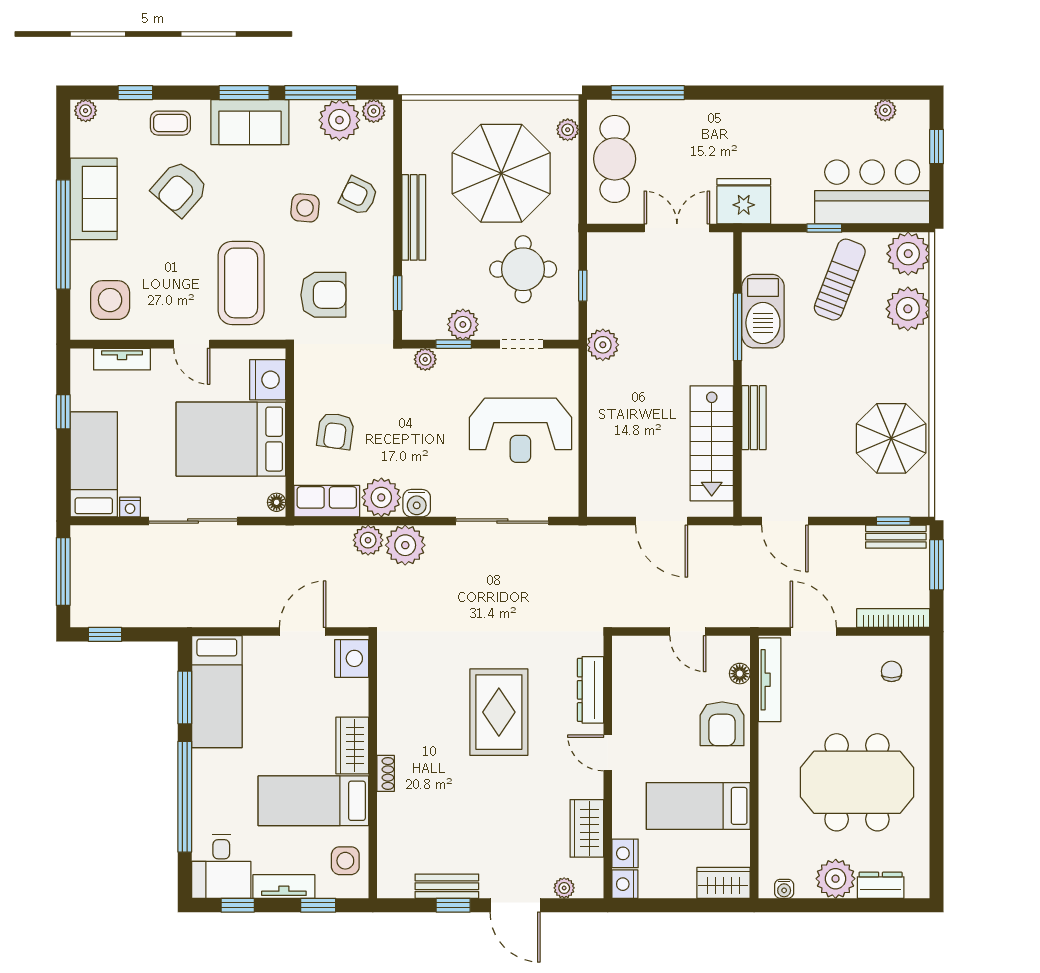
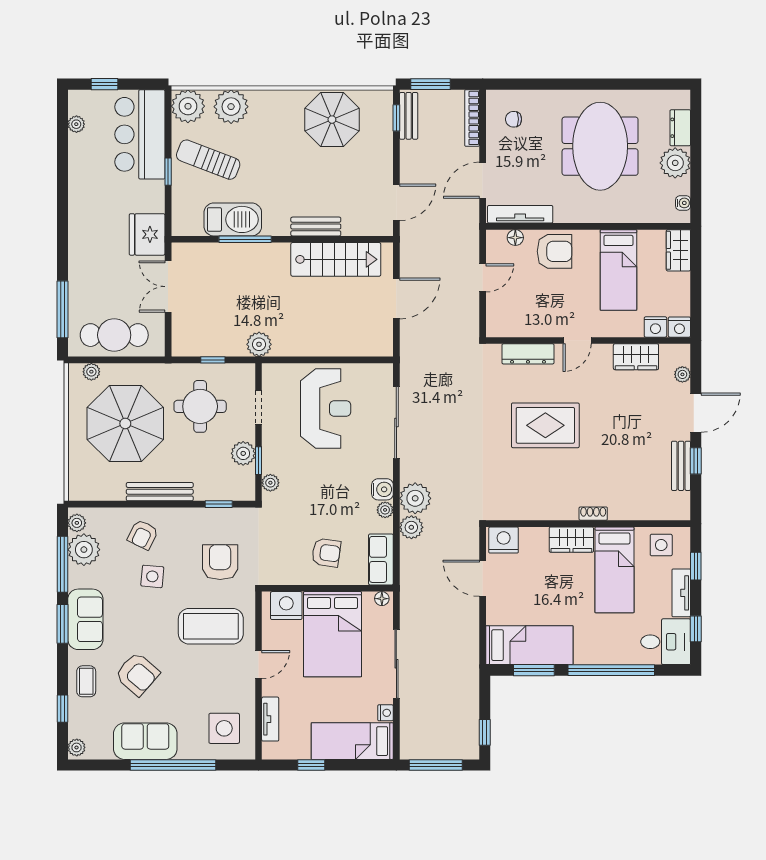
plant: (381, 497) -> (385, 510), width x0.53, depth x0.53

